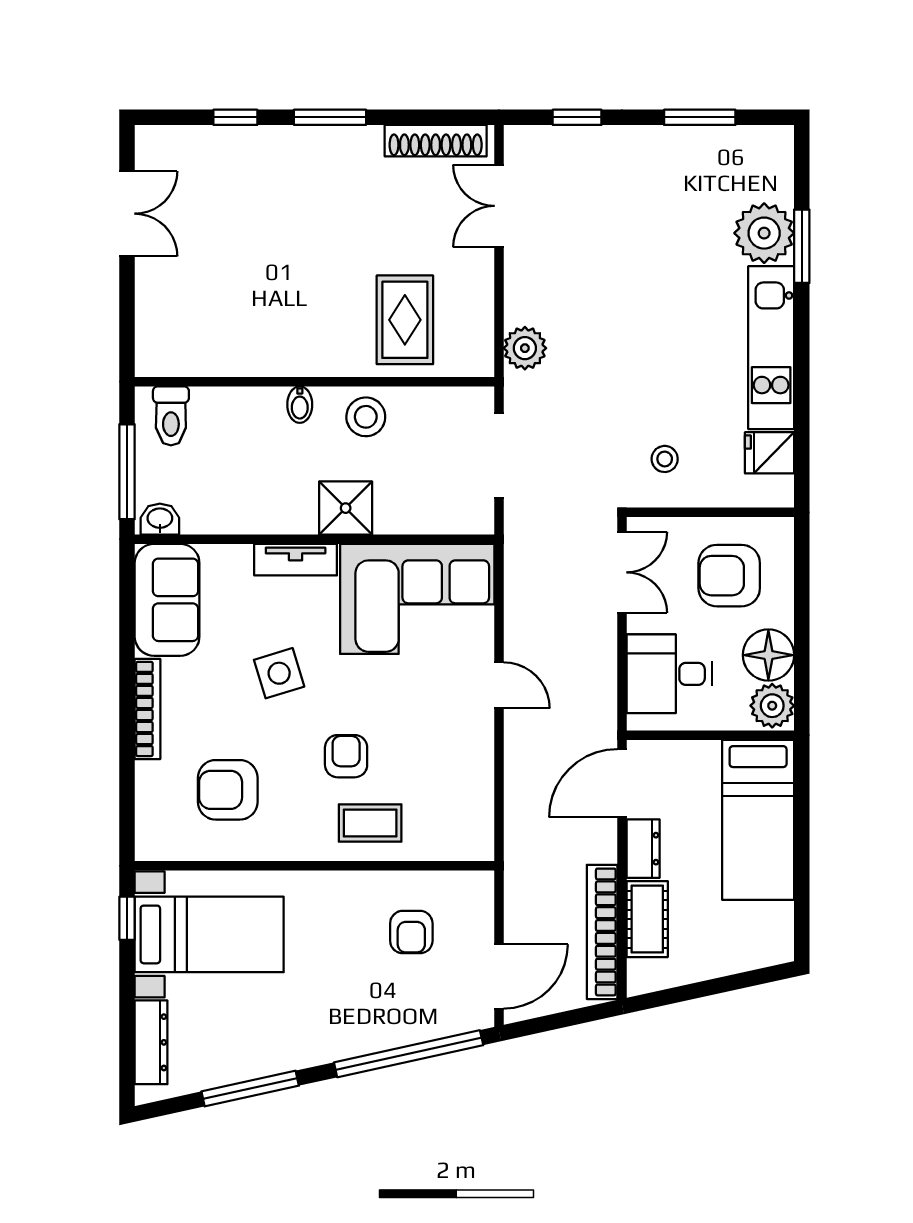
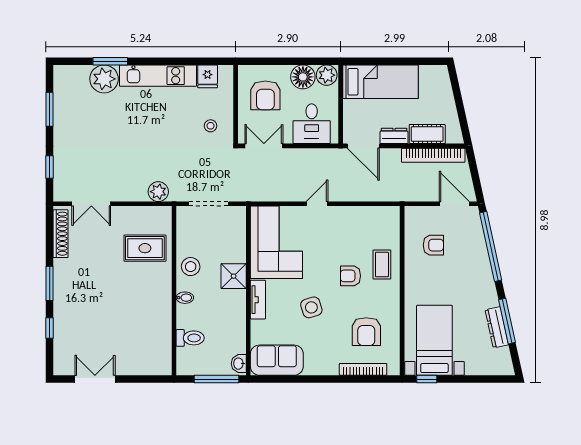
toilet: (171, 416) -> (190, 338), moved
bookcase: (148, 709) -> (363, 369), moved
dresser: (151, 1042) -> (497, 327), moved, turned -102

